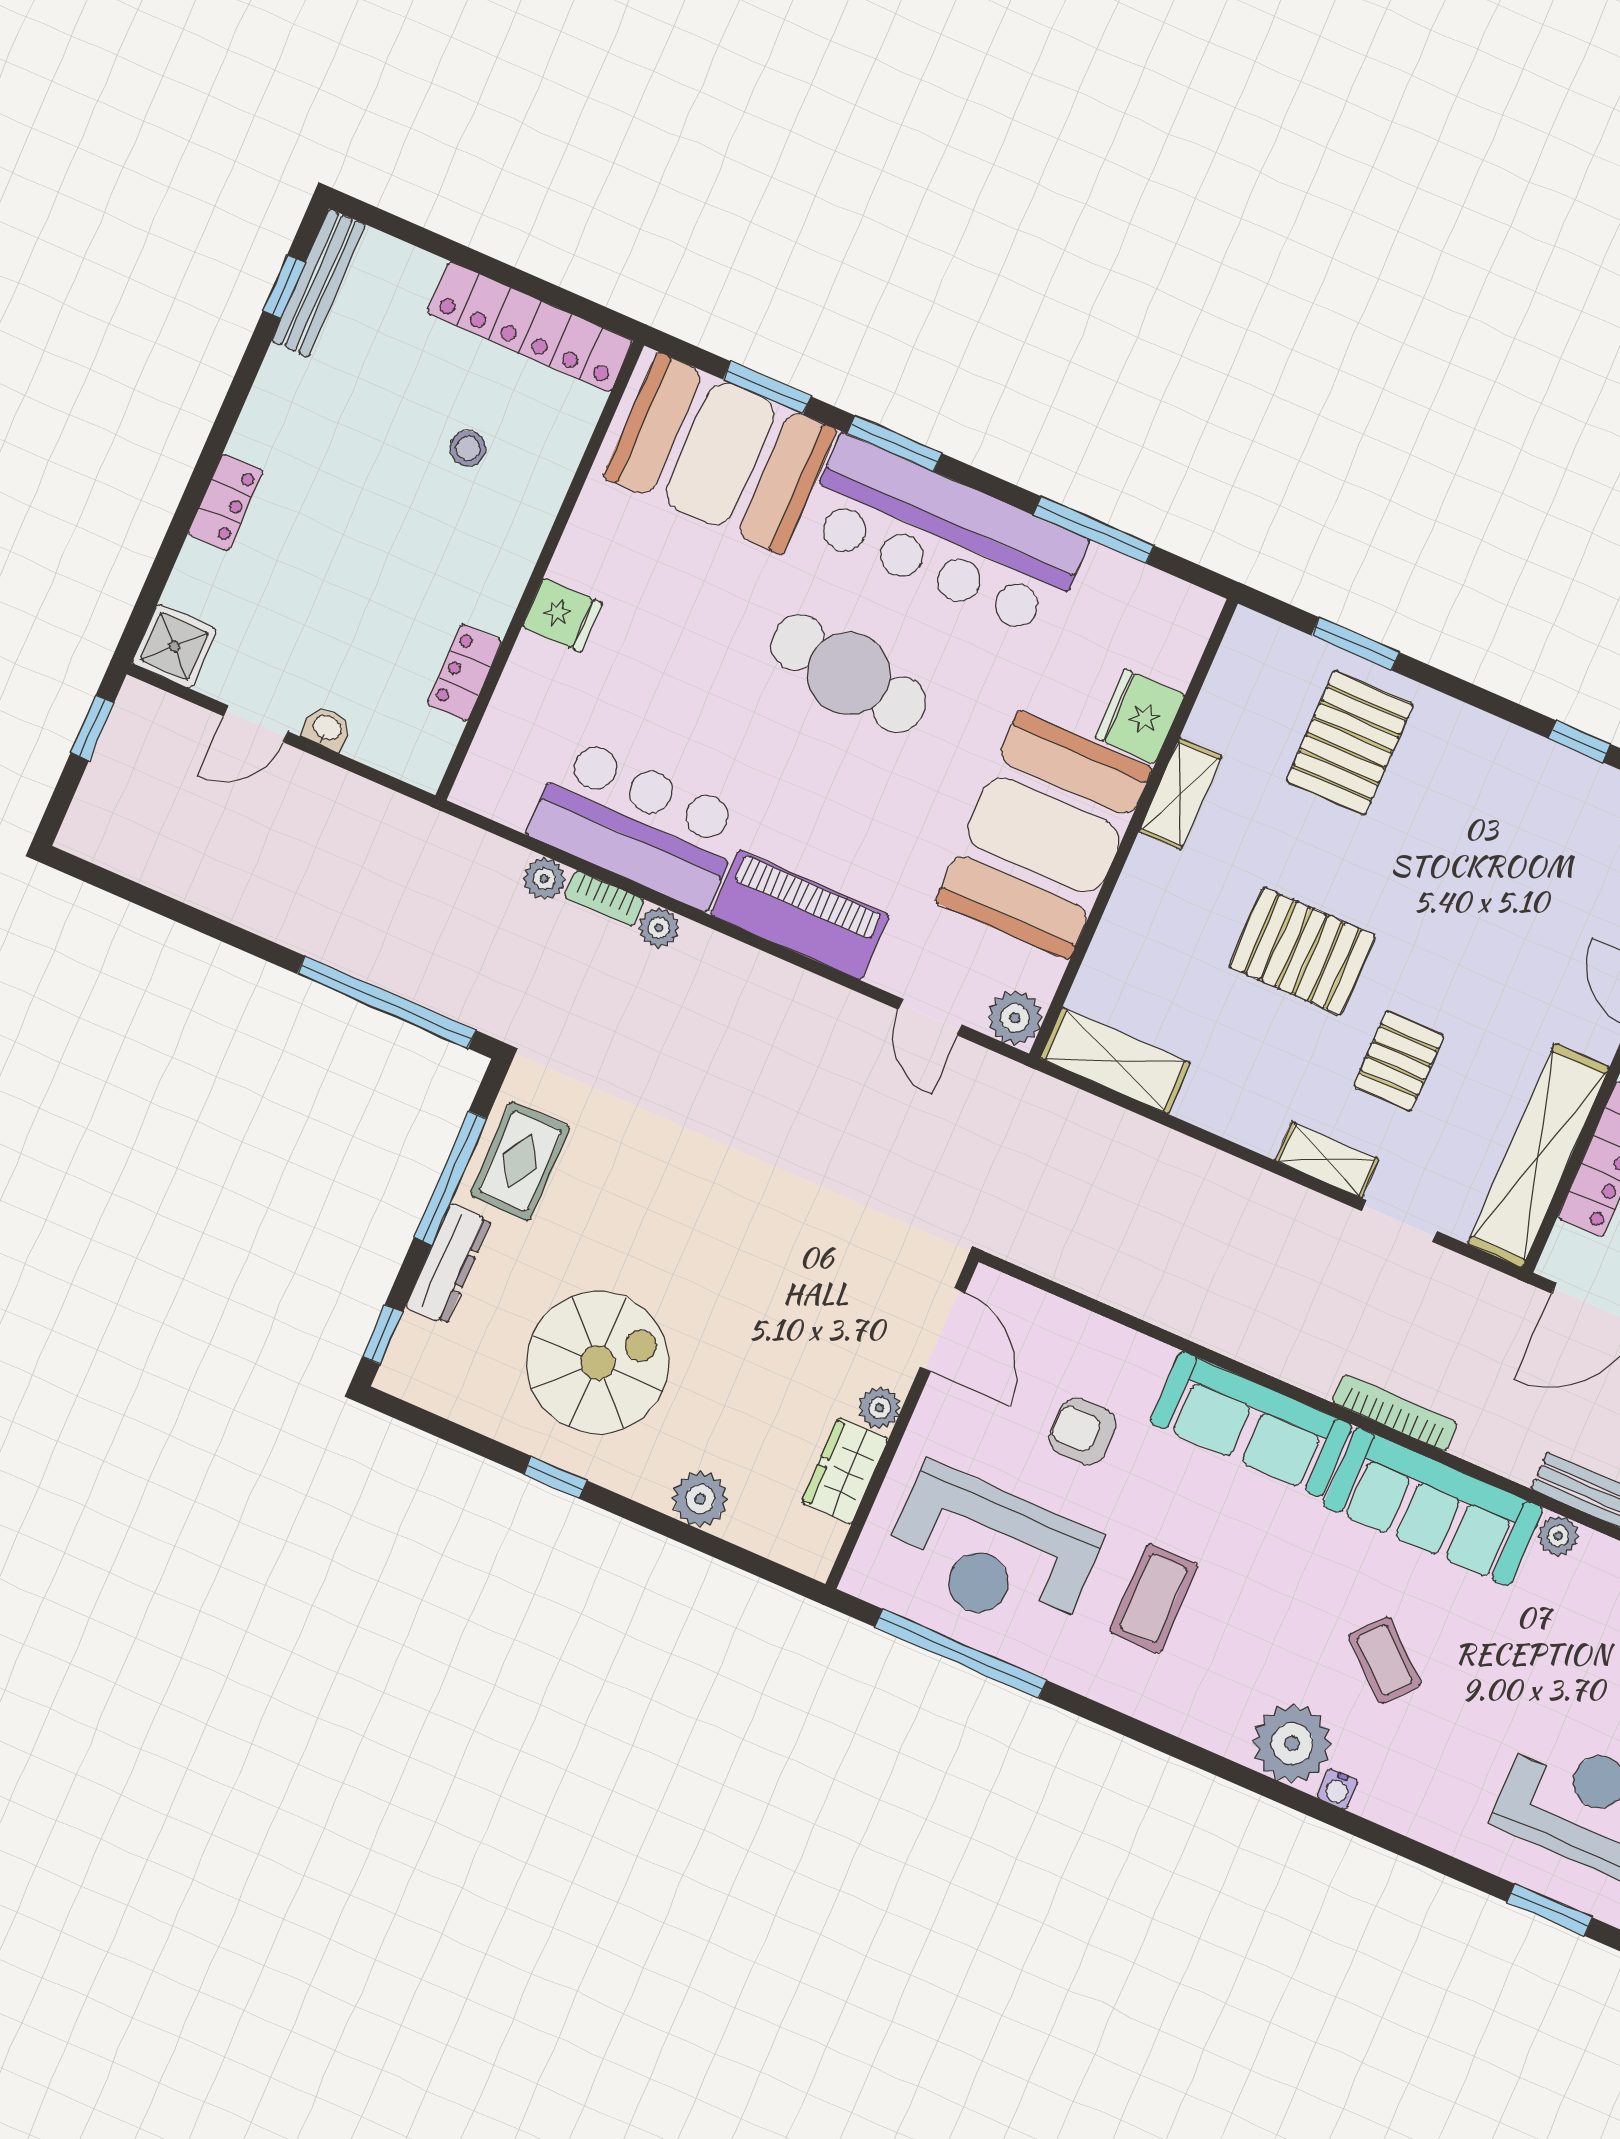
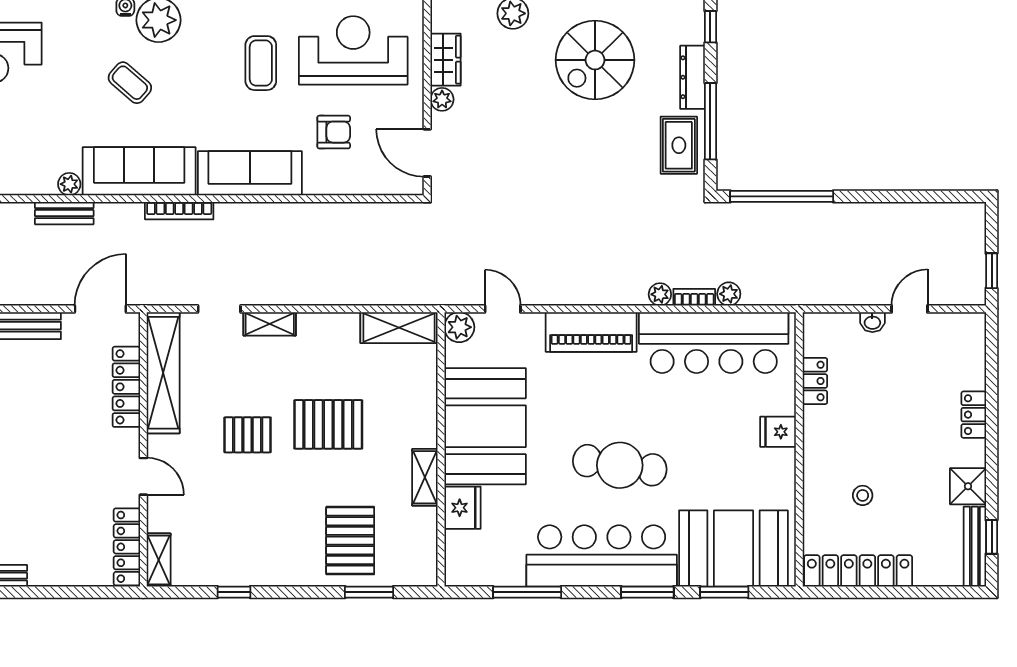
shower: (174, 646) -> (968, 486), moved
bar counter: (638, 823) -> (714, 343), width x1.36
pallet: (1399, 1061) -> (248, 435), moved, turned 90

